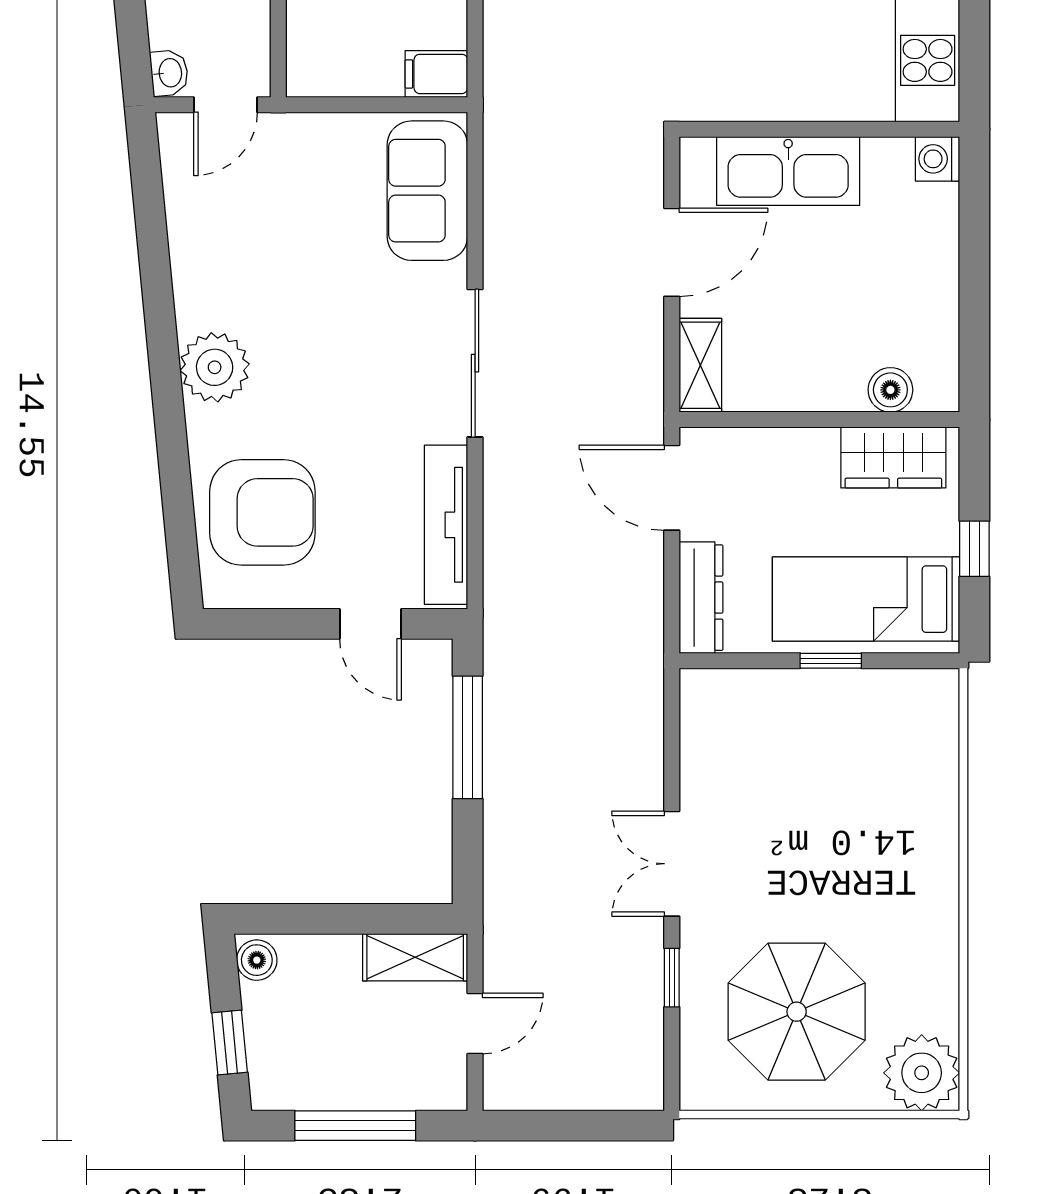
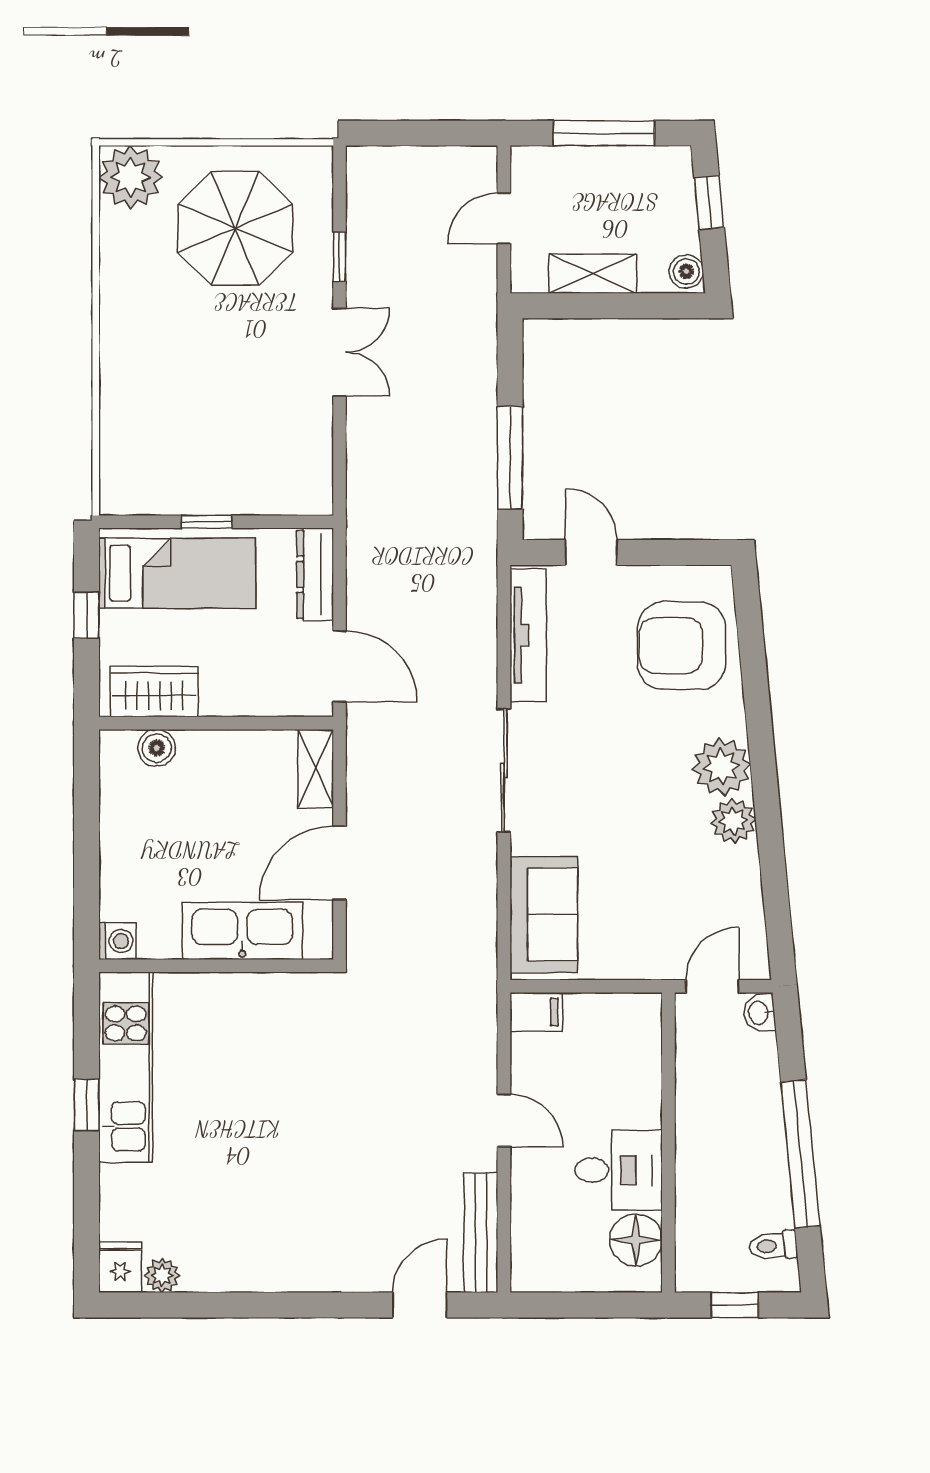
plant: (200, 303) -> (733, 821), added
shelving: (415, 957) -> (593, 274), moved

